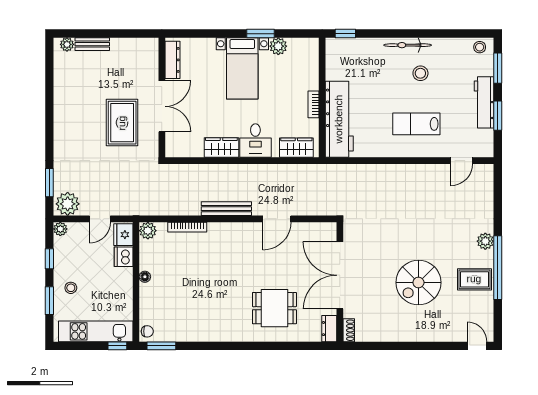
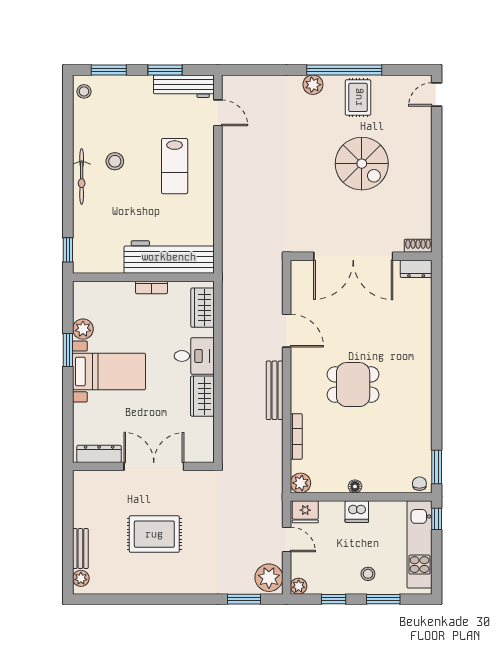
workbench: (484, 102) -> (184, 86), moved
rug: (122, 123) -> (154, 534), moved
dishwasher: (124, 257) -> (357, 512), moved
dining table: (274, 308) -> (353, 385), moved, turned 90

